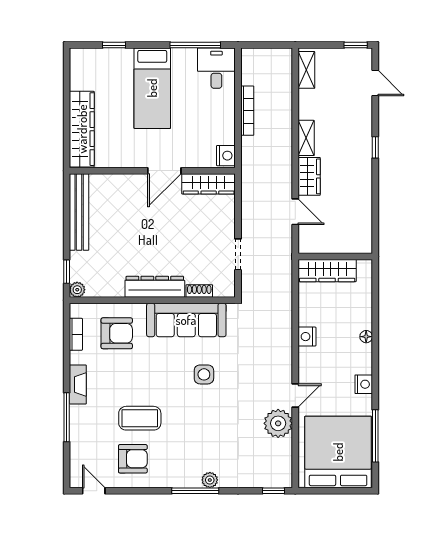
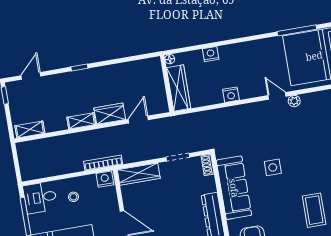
stool: (210, 111) -> (73, 197), added
bookcase: (247, 111) -> (103, 163), moved
wardrobe: (209, 184) -> (139, 174), moved, turned 90
shoe rack: (199, 291) -> (208, 165), moved
floor lamp: (366, 337) -> (170, 59), moved
nightstand: (364, 384) -> (211, 54), moved
plant: (278, 423) -> (294, 101), width x0.53, depth x0.53

